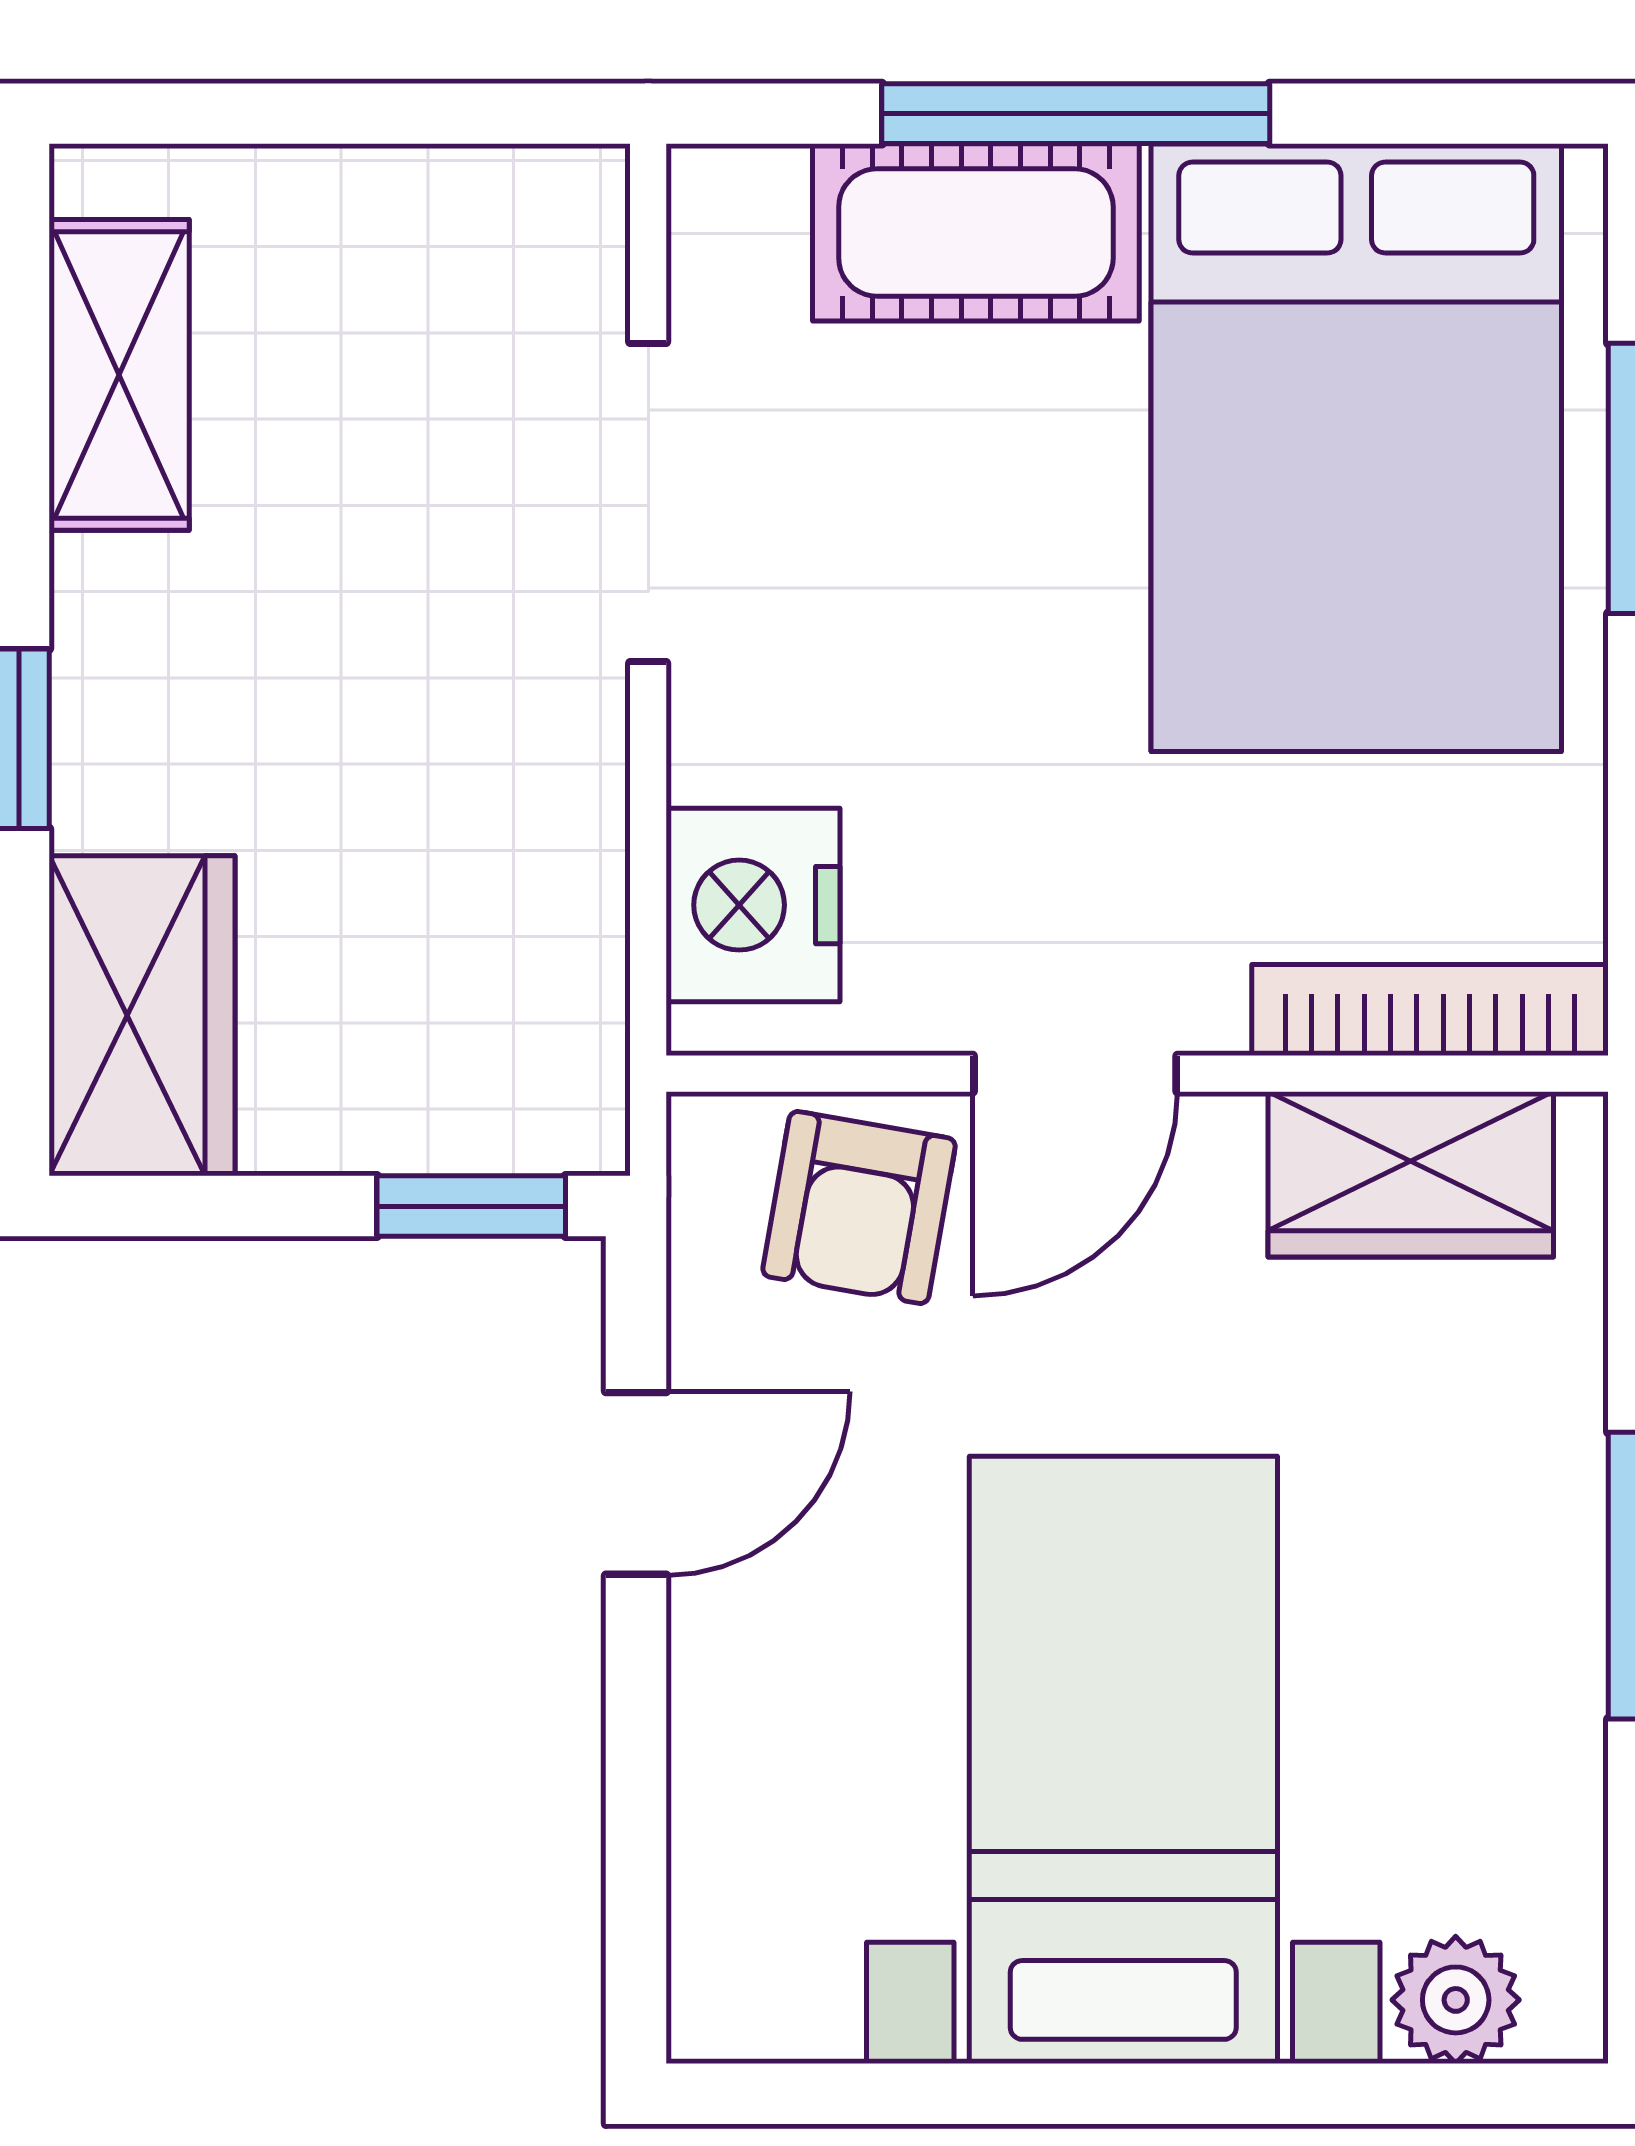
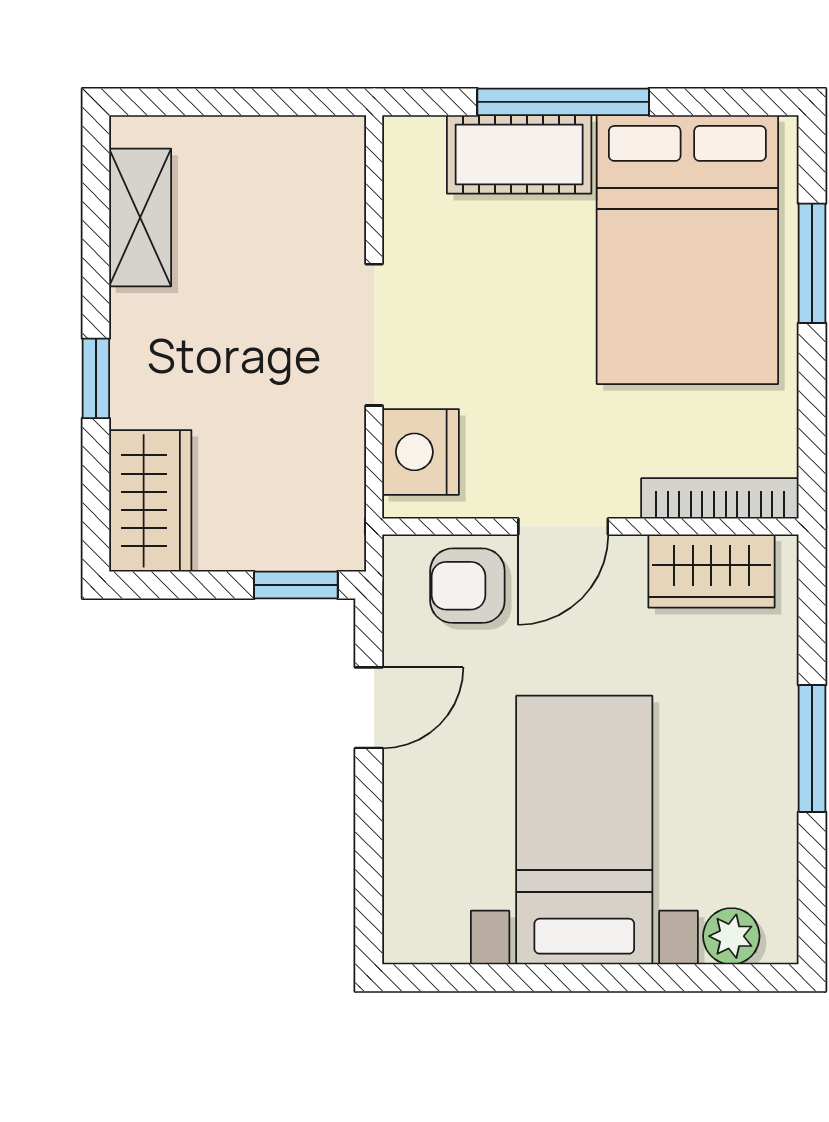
doorway: (648, 502) -> (374, 335), moved
armchair: (859, 1208) -> (467, 586), turned 80

